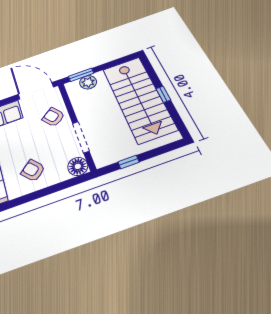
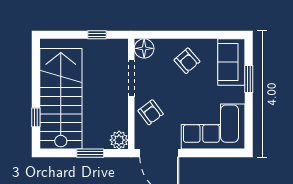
window: (81, 75) -> (90, 153), moved
plant: (88, 82) -> (119, 140), moved
window: (163, 94) -> (36, 117), moved

